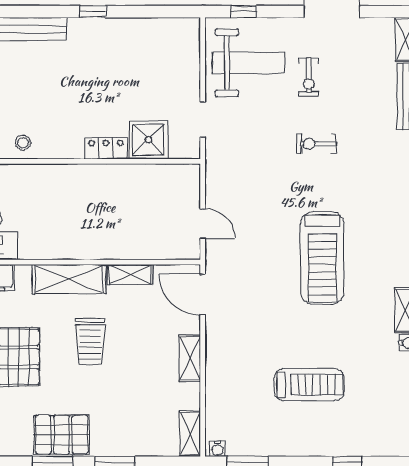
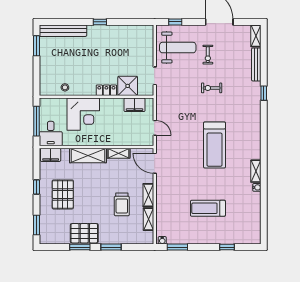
filing cabinet: (162, 178) -> (134, 105), added
corner desk: (60, 196) -> (83, 114), added
trolley: (90, 341) -> (122, 204), moved
treadmill: (309, 385) -> (208, 208), turned 180
shelving: (190, 434) -> (148, 219), moved

